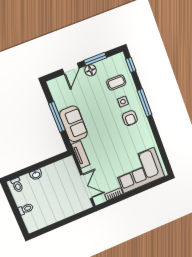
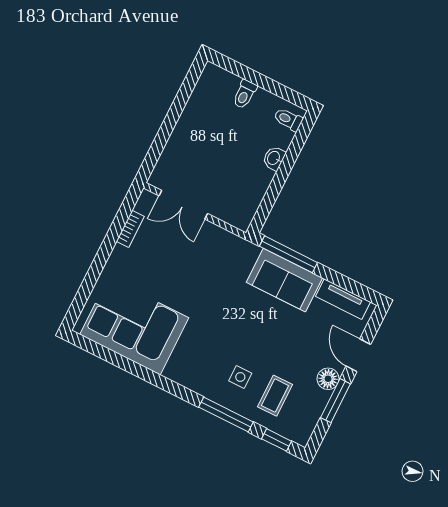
window: (145, 103) -> (226, 415), moved
window: (57, 117) -> (288, 254), moved
armchair: (130, 118) -> (208, 363), removed
tv unit: (81, 155) -> (343, 299), moved
corner sofa: (139, 170) -> (134, 326), moved, turned -90

